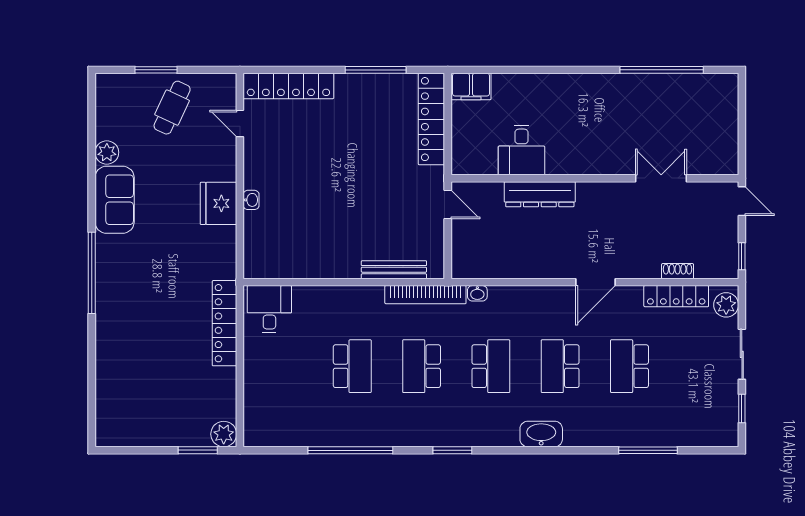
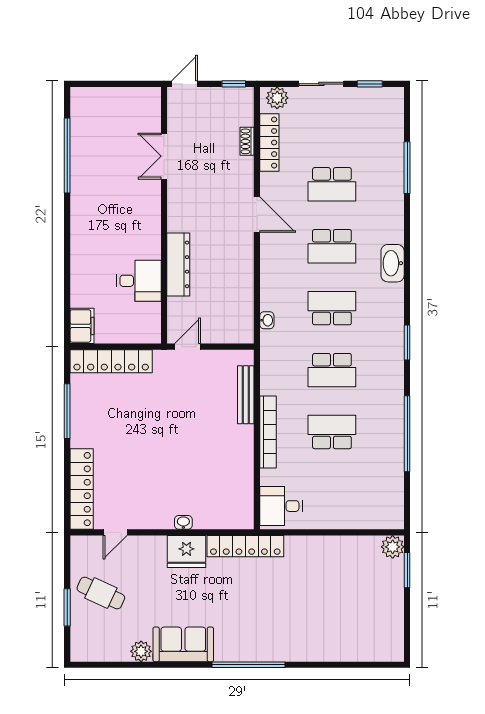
bookcase: (425, 295) -> (268, 432), moved
locker: (224, 323) -> (245, 546), moved

